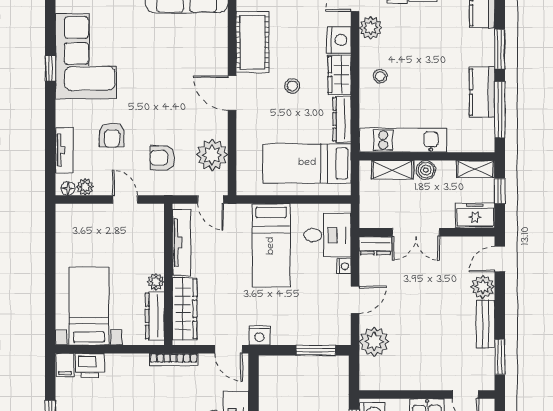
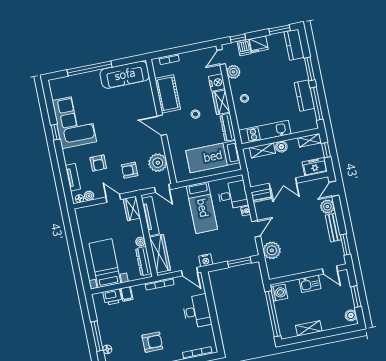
wardrobe: (153, 223) -> (132, 208), added
filing cabinet: (65, 365) -> (127, 294), moved

